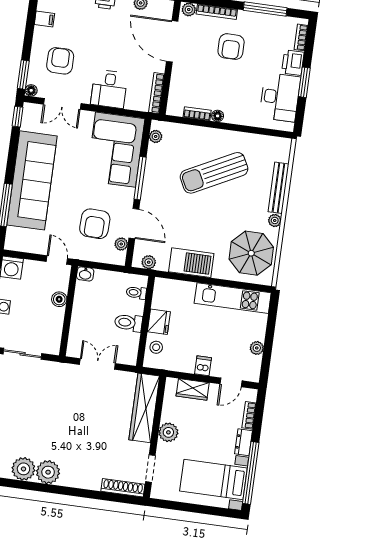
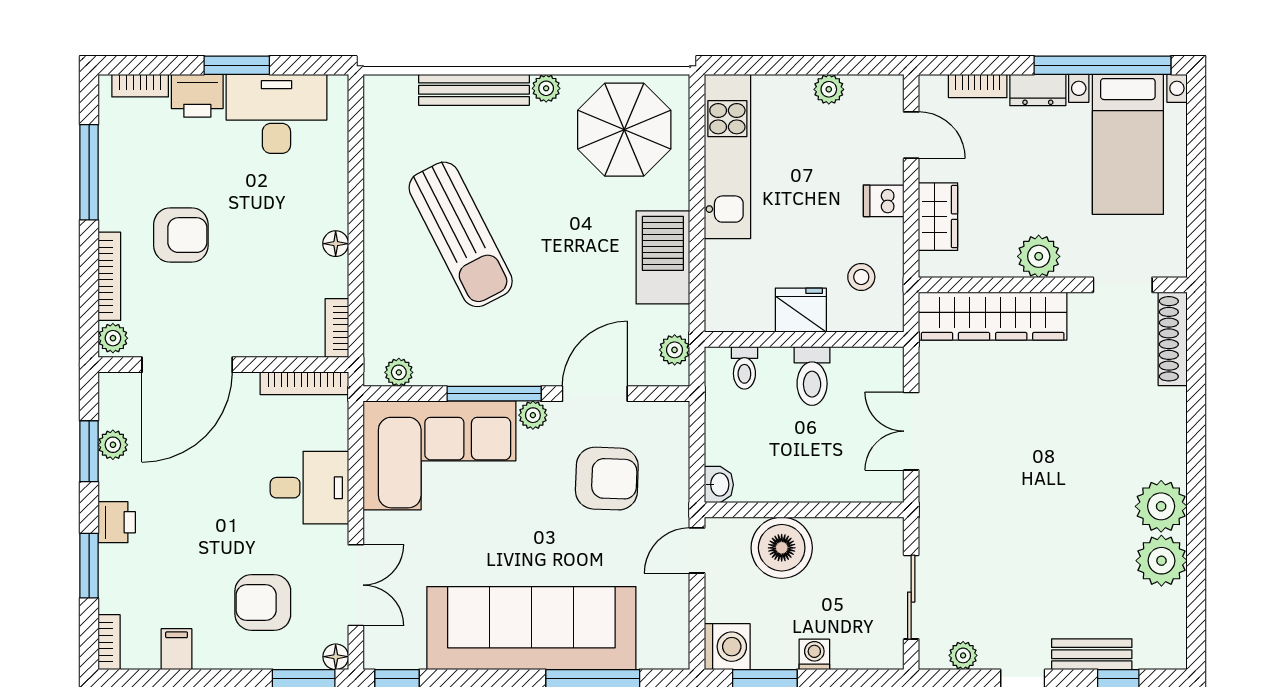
bookcase: (197, 114) -> (337, 328), moved
plant: (121, 244) -> (533, 415), moved
boiler: (59, 299) -> (782, 548), width x1.86, depth x1.86
stool: (156, 347) -> (861, 277), moved

